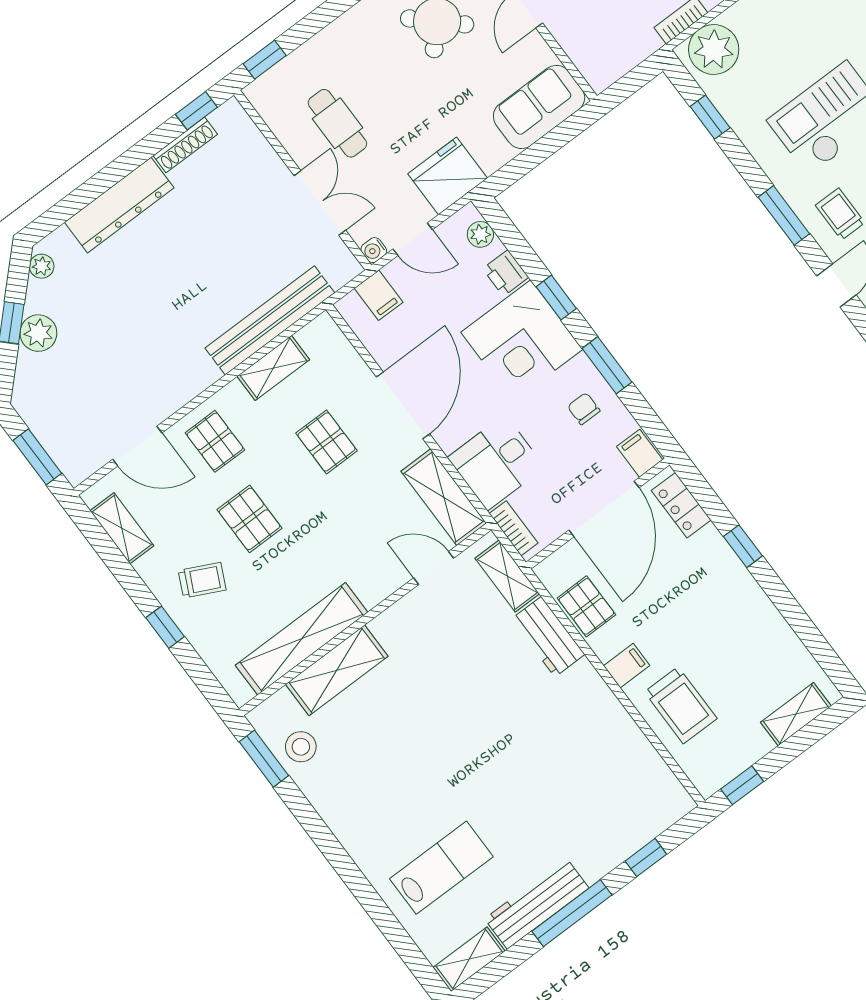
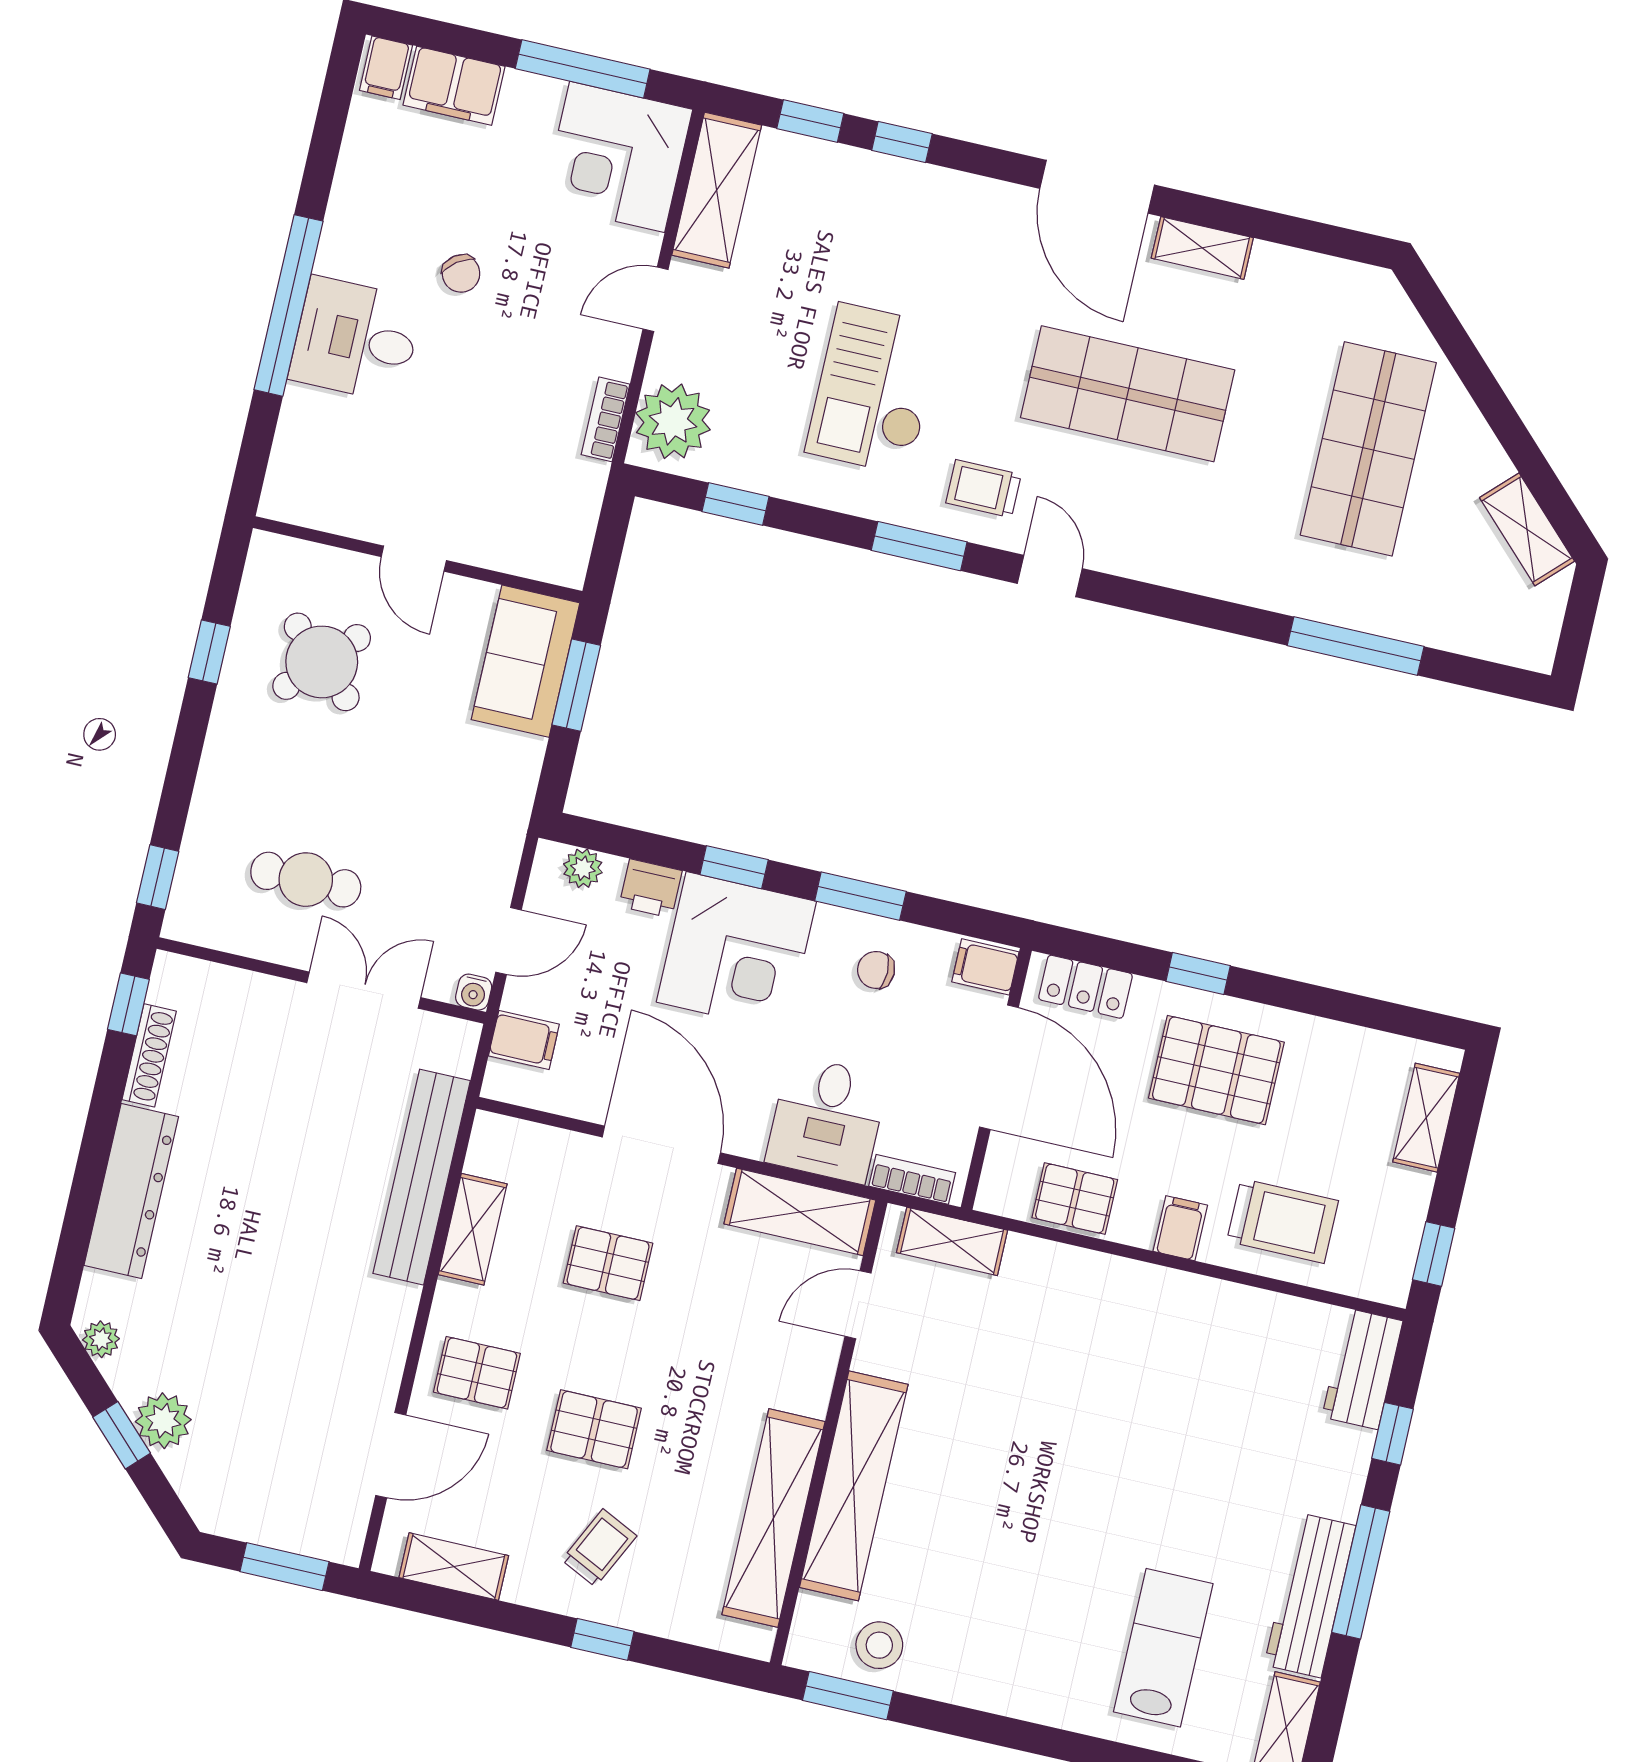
window: (554, 140) -> (576, 685), added
fridge: (448, 176) -> (487, 832), removed
pallet: (711, 602) -> (1216, 1070), added
workbench: (548, 637) -> (1362, 1369), moved, turned 90
shelving: (337, 670) -> (854, 1486), width x1.47

